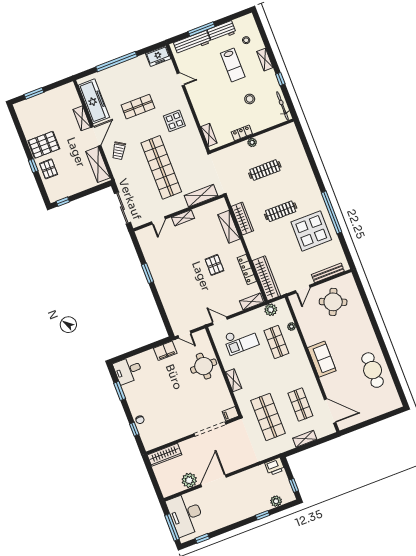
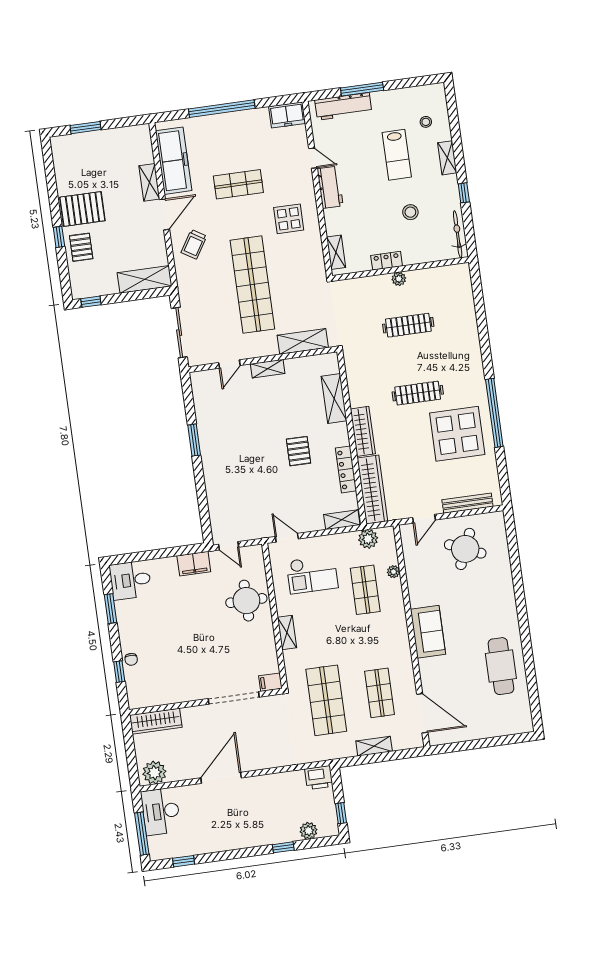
workbench: (222, 31) -> (330, 187), moved, turned -90
shelving: (98, 165) -> (145, 279), moved, turned 90
wardrobe: (242, 219) -> (363, 431), moved
plant: (189, 480) -> (154, 773), moved
desk: (186, 514) -> (161, 811), width x0.73, depth x0.77

